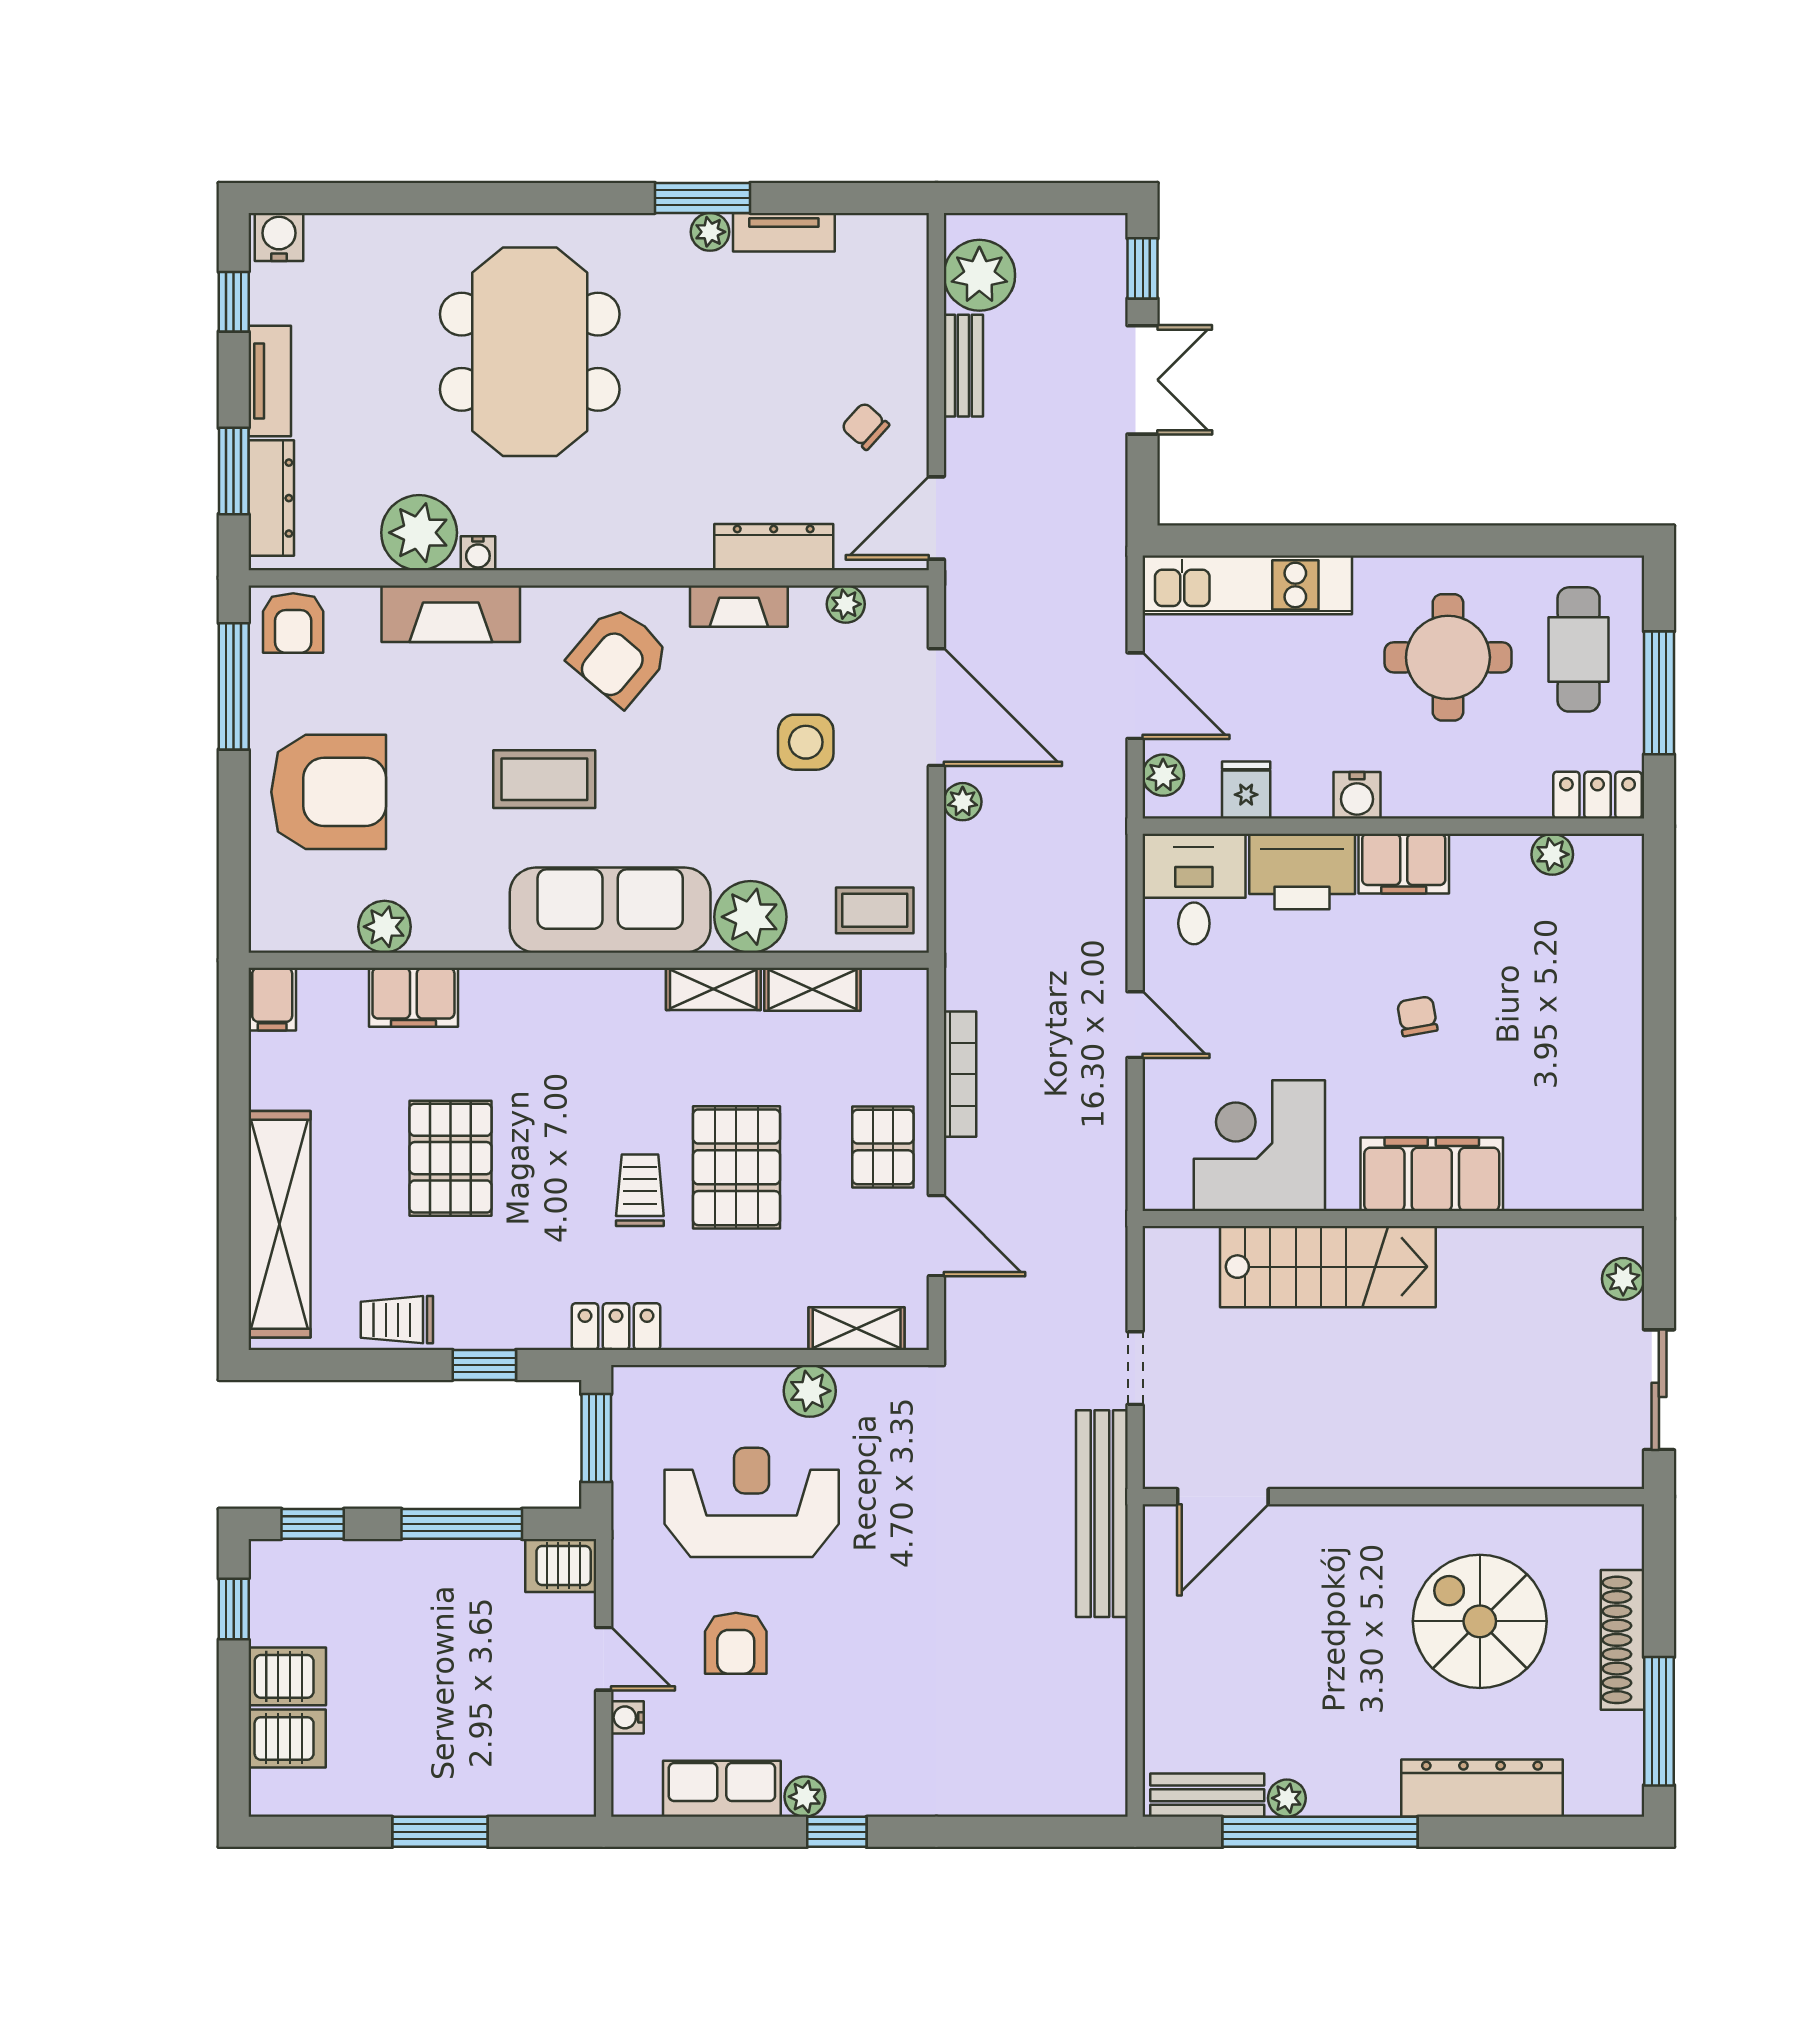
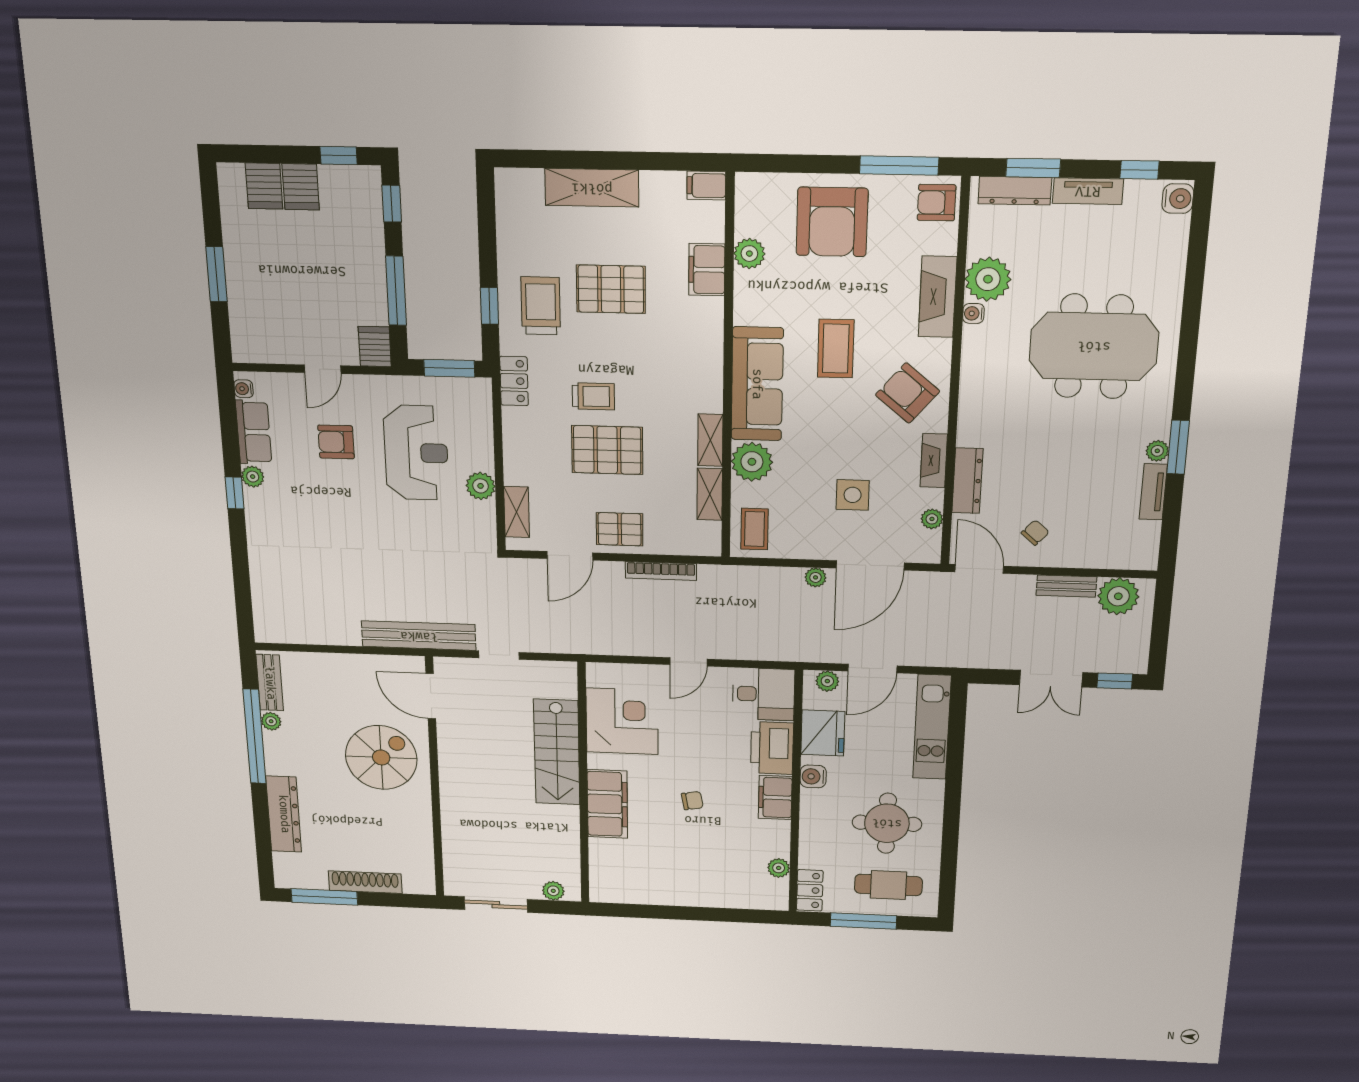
fridge: (1246, 790) -> (823, 733), width x1.88, depth x1.34
shelving: (280, 1224) -> (592, 188), width x0.68
trolley: (397, 1320) -> (541, 306), moved, width x1.36, depth x1.39
spiral stairs: (1480, 1621) -> (381, 757), moved
water cooler: (627, 1717) -> (244, 389), moved, turned -90

